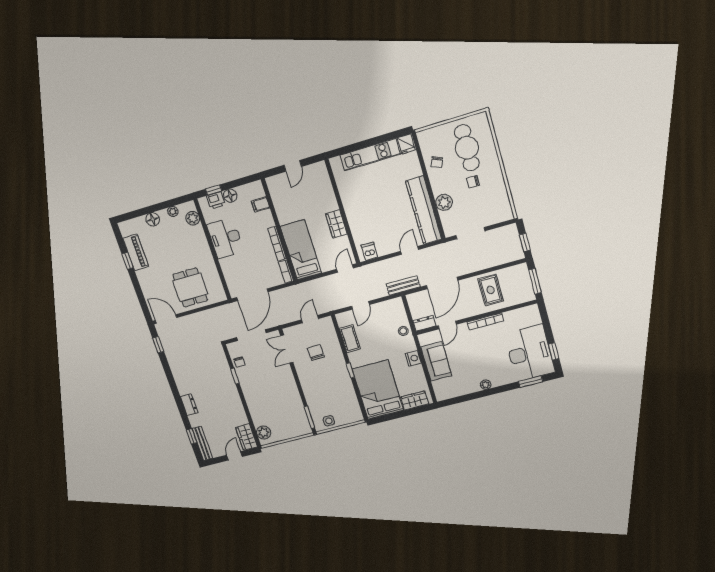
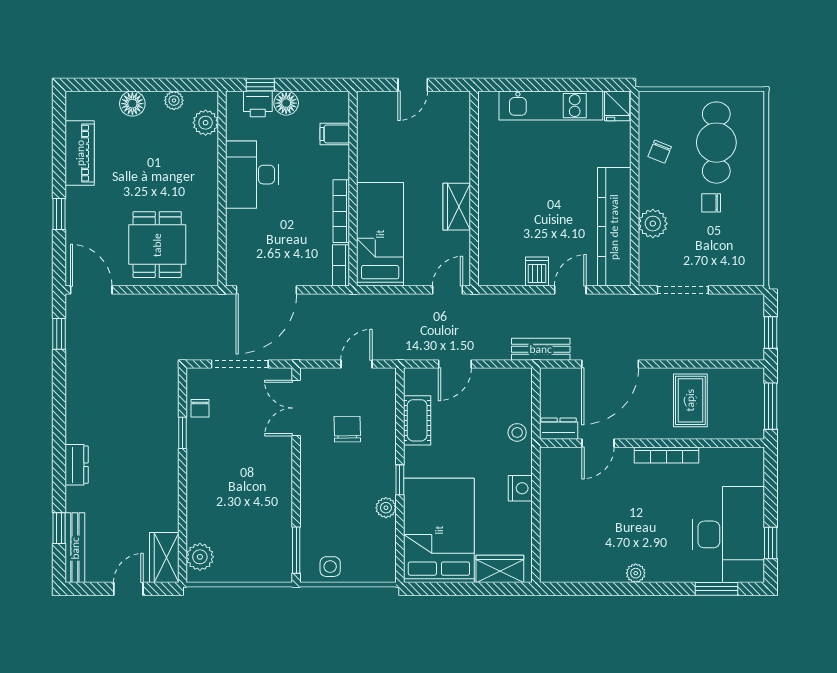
dishwasher: (369, 251) -> (537, 271), moved
window: (128, 261) -> (59, 214), moved
sofa: (436, 361) -> (560, 505), removed
plant: (348, 386) -> (386, 508), added

